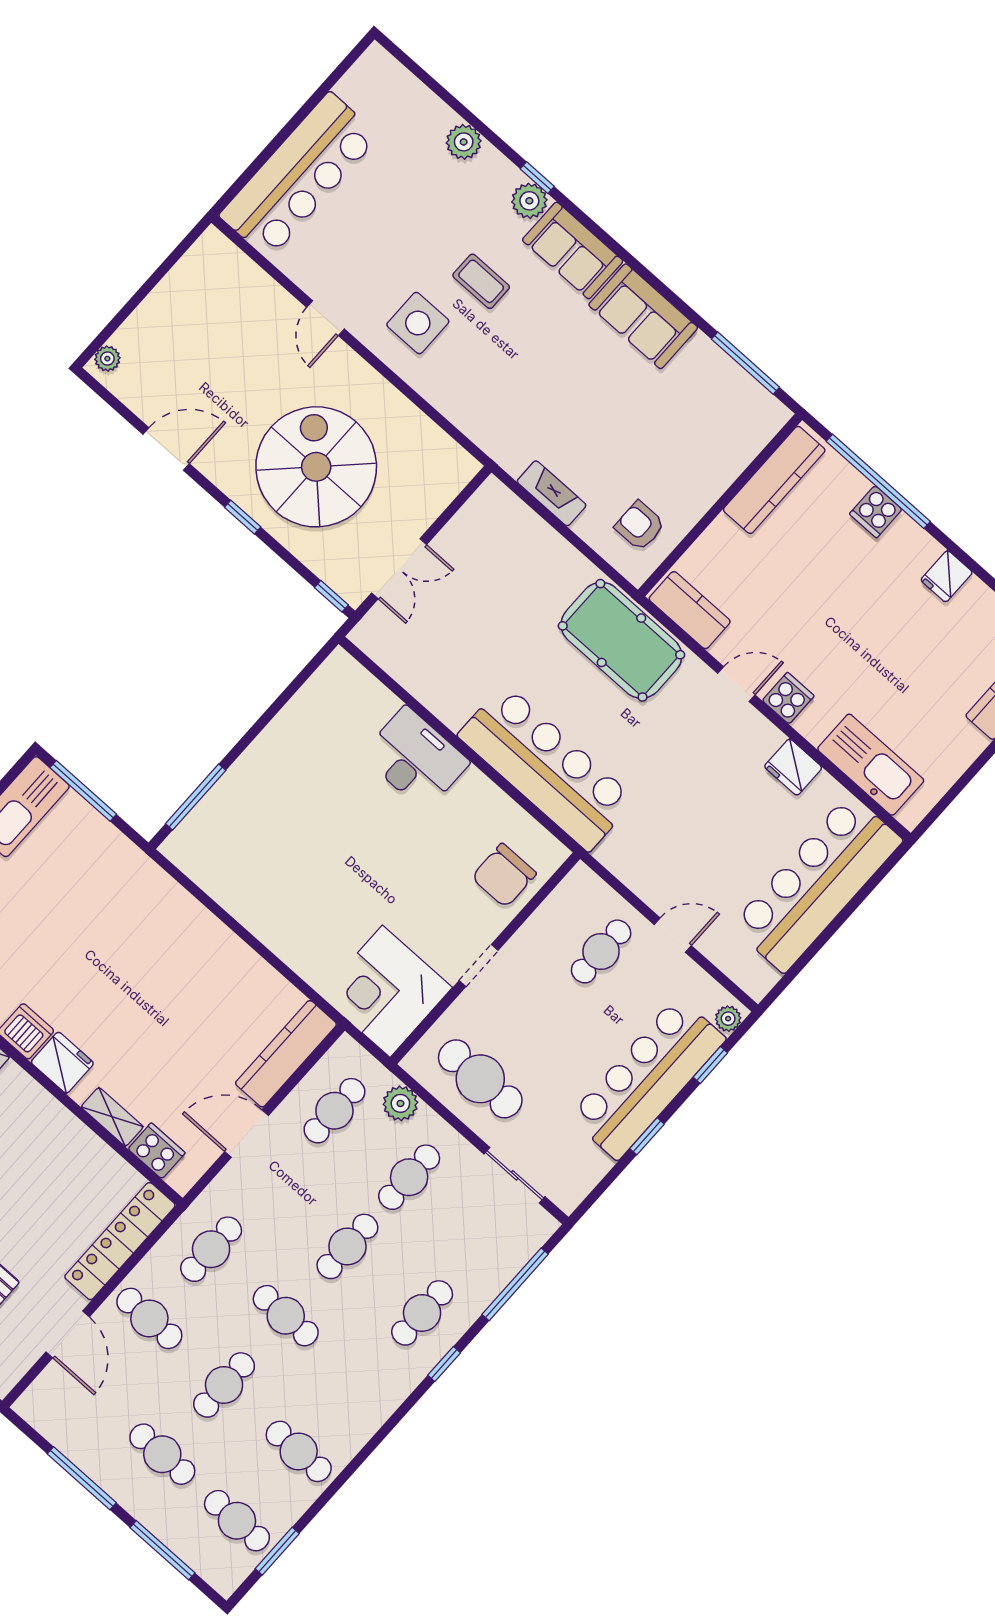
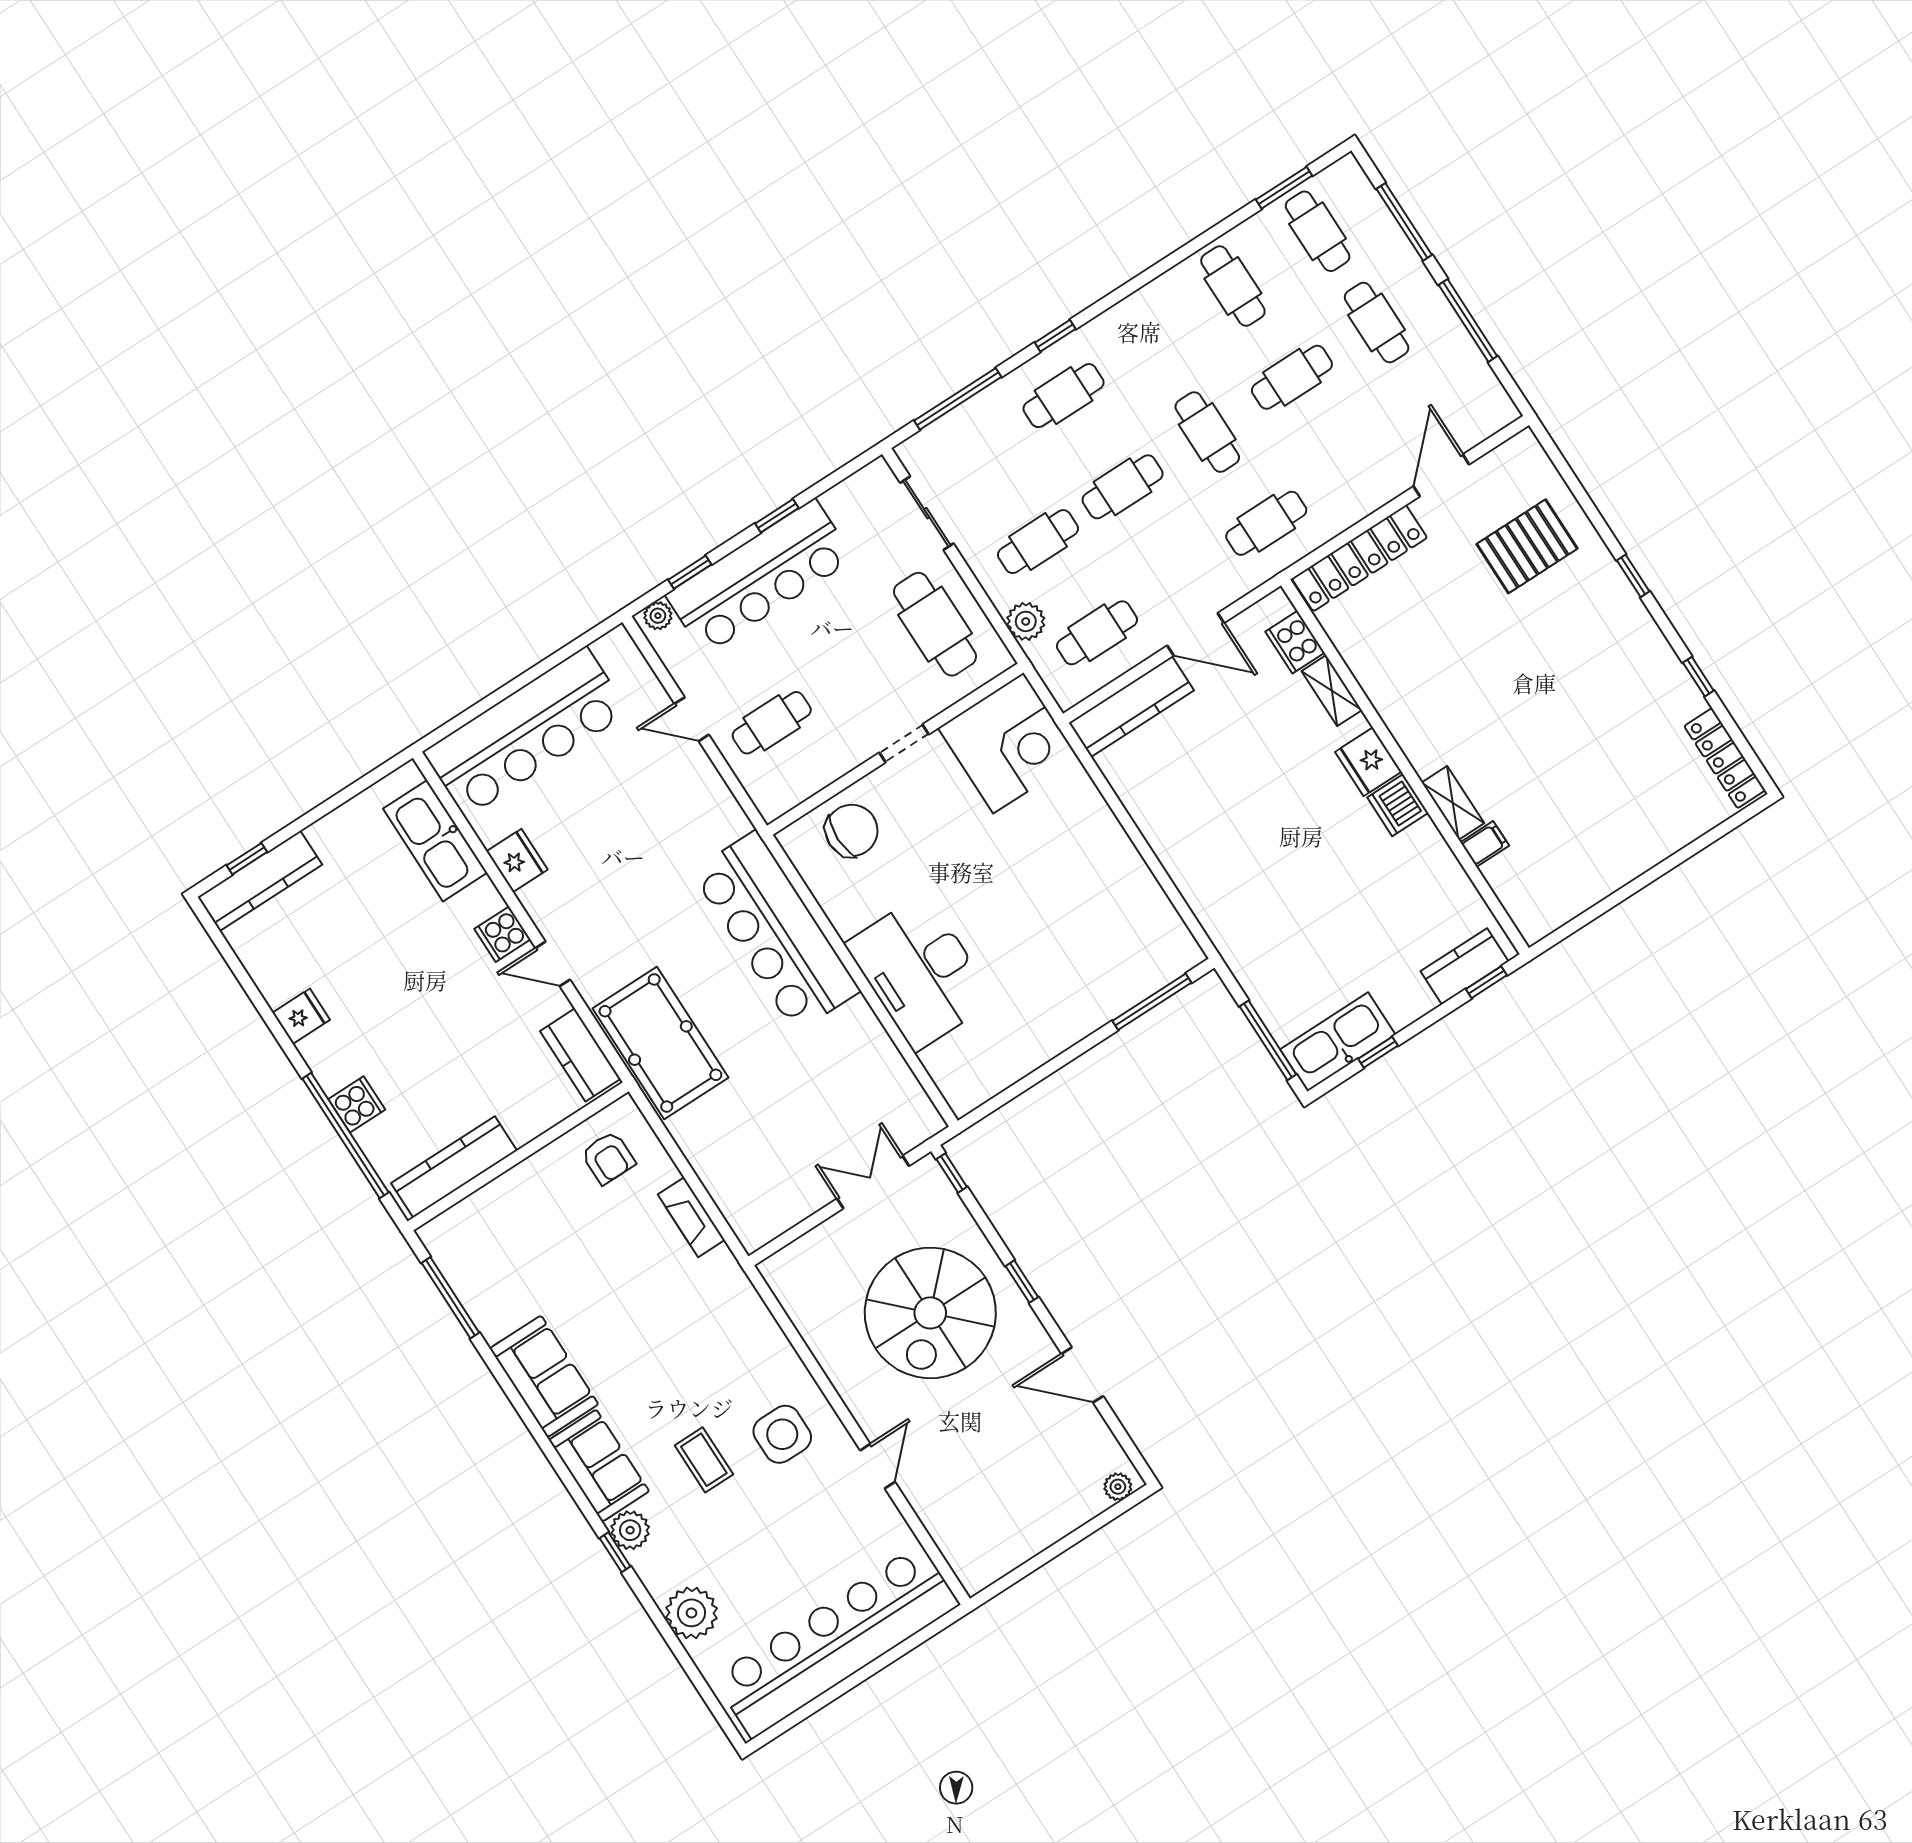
plant: (464, 142) -> (692, 1613), width x1.36, depth x1.36
bar counter: (299, 176) -> (836, 1641), width x1.36
desk: (415, 759) -> (920, 972), width x1.36, depth x1.30
cafe table: (149, 1318) -> (1351, 469), removed

